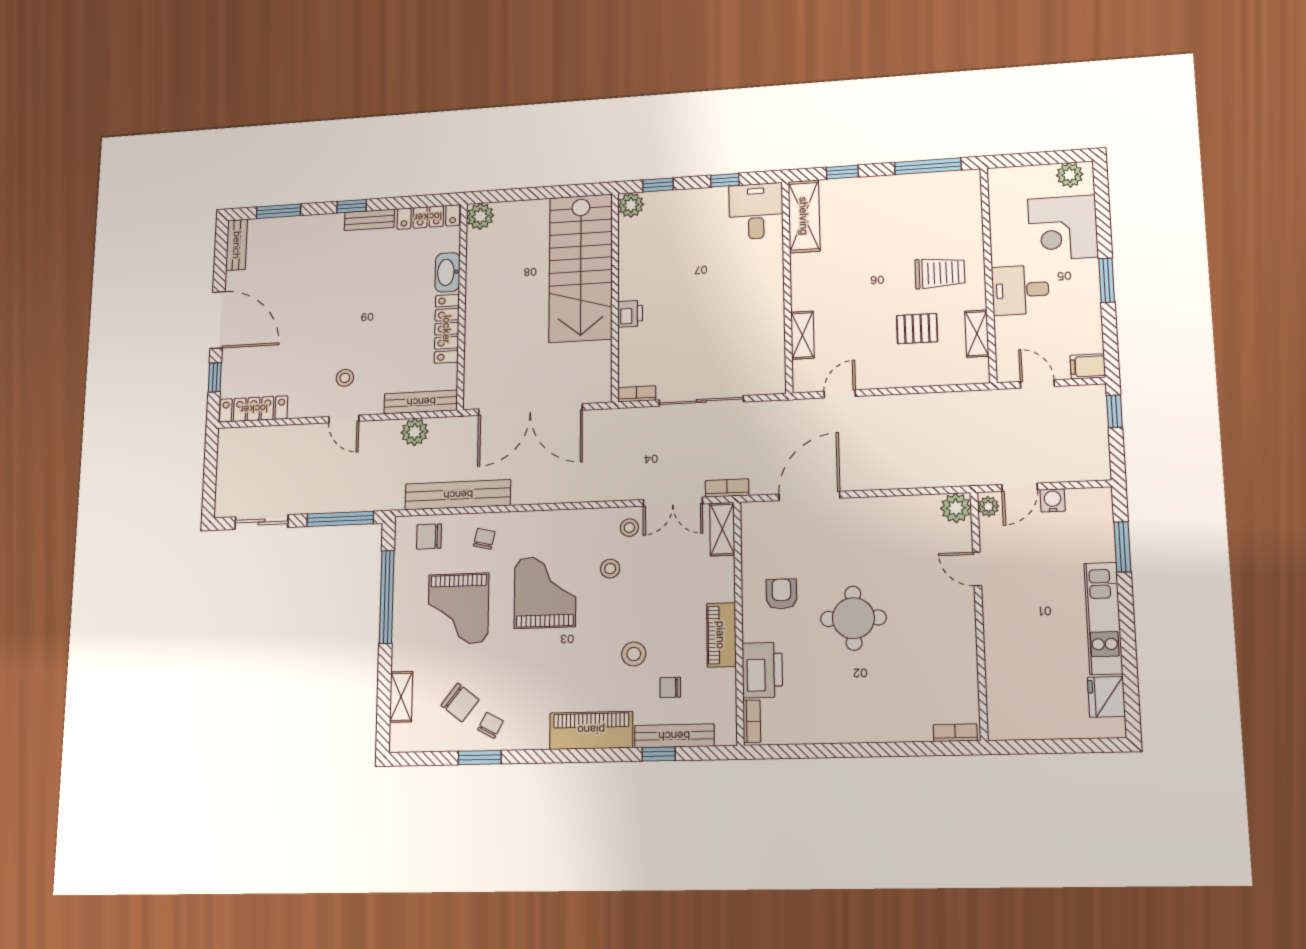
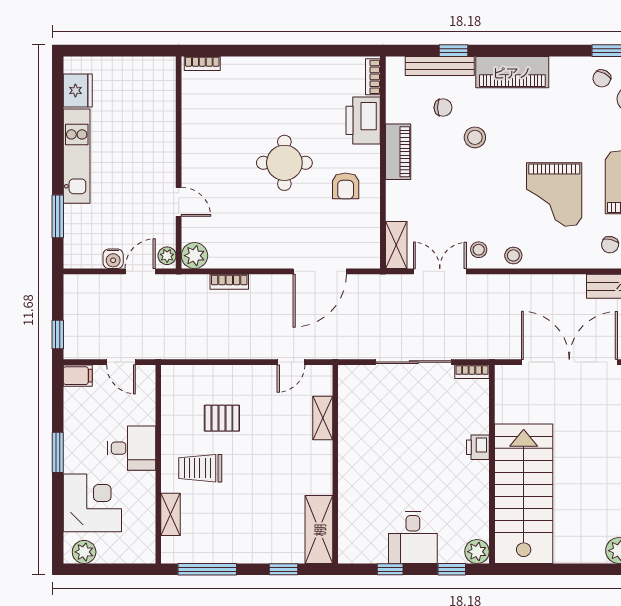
desk: (756, 211) -> (413, 537), moved
shelving: (977, 334) -> (171, 514), moved
bookcase: (727, 488) -> (229, 282), moved
stool: (610, 569) -> (513, 255), moved

